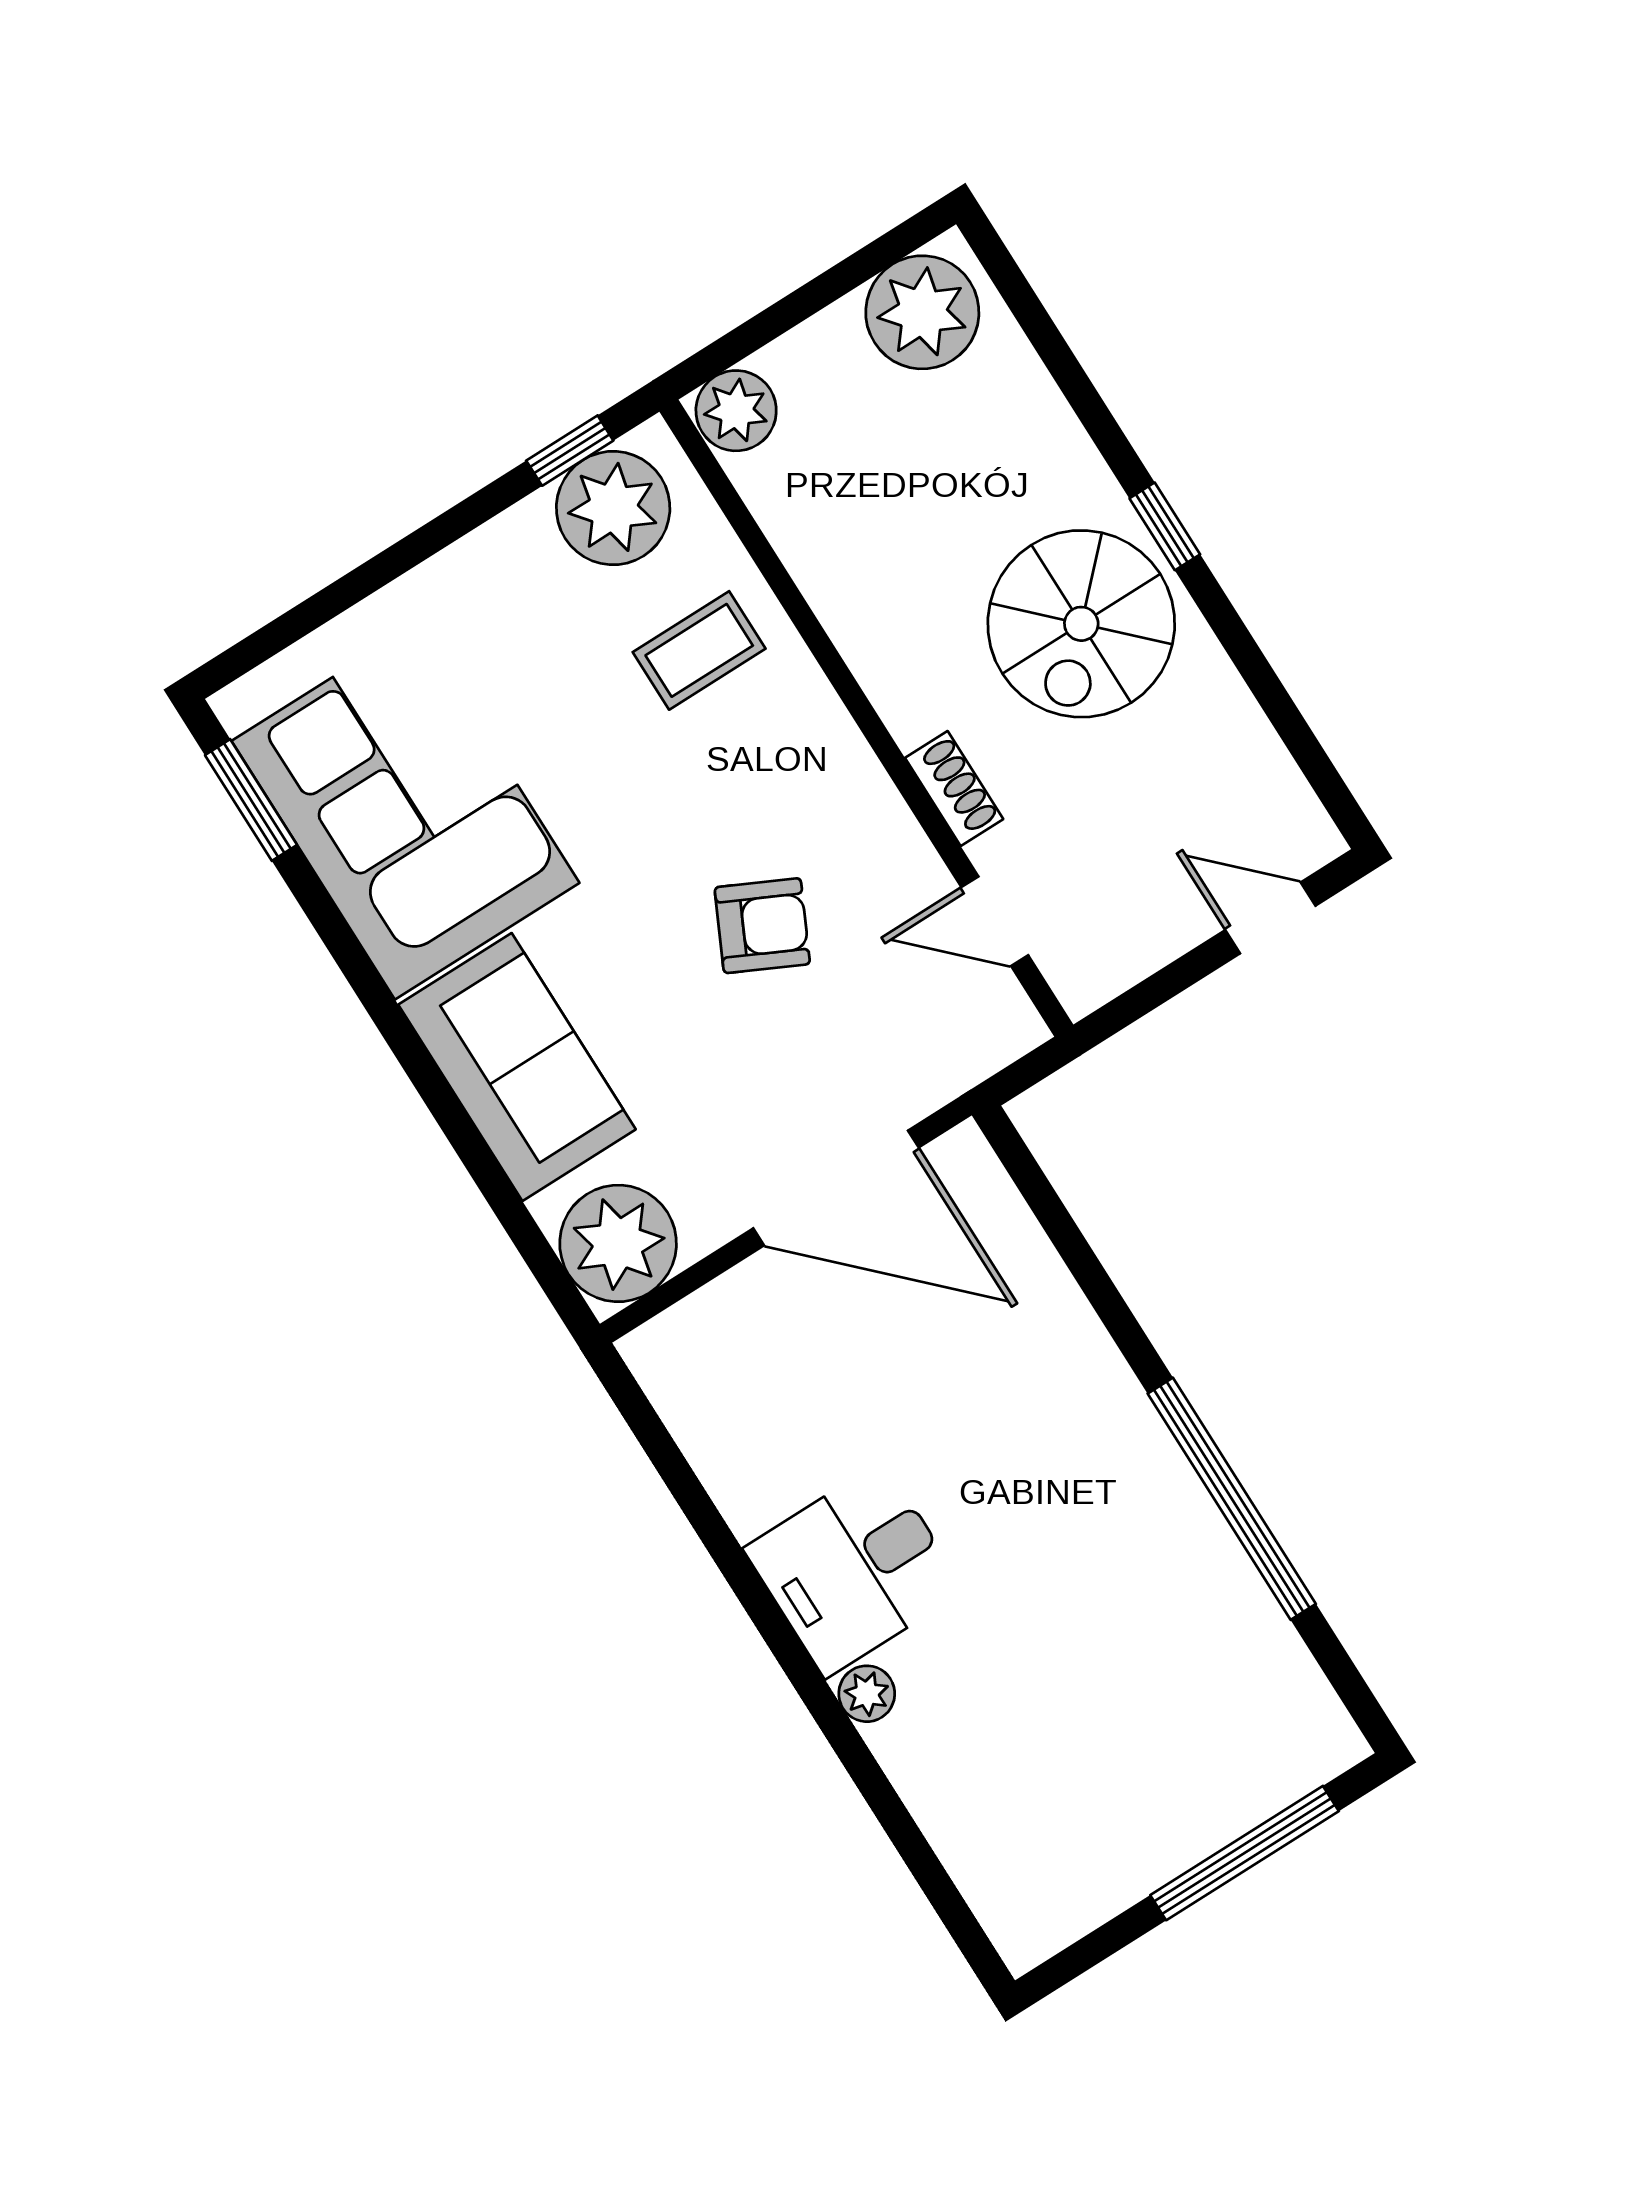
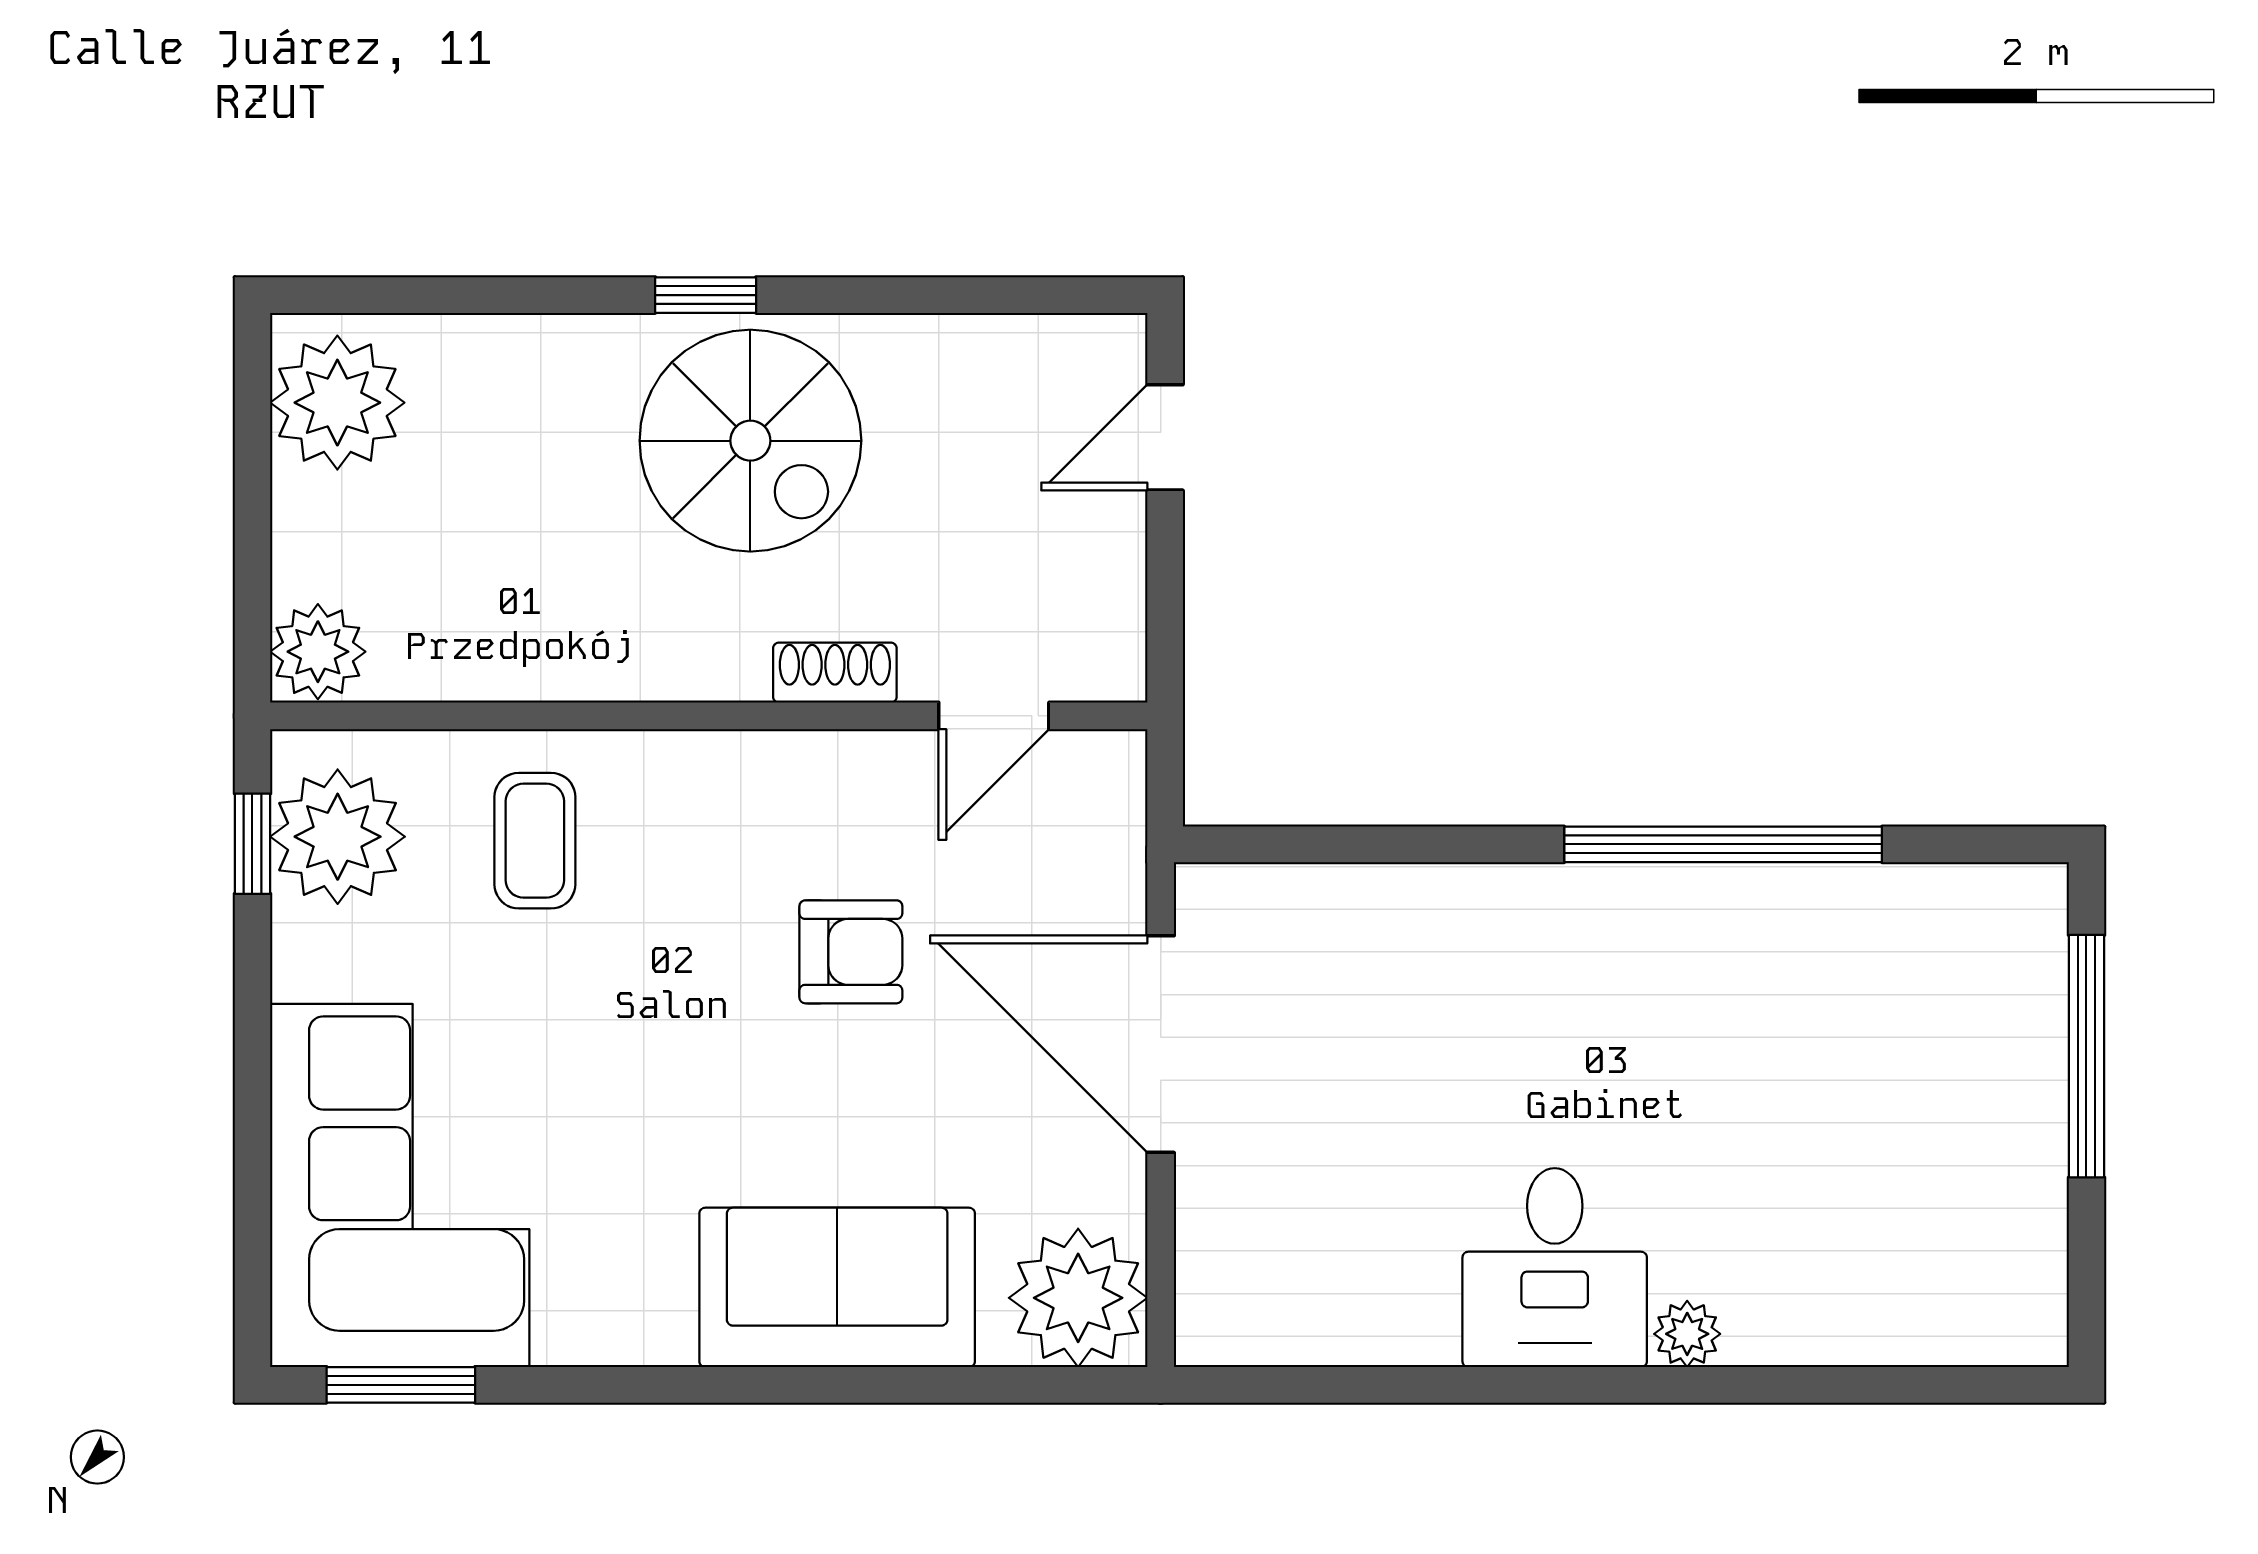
corner sofa: (405, 812) -> (400, 1186), moved, turned 90
armchair: (762, 926) -> (851, 952), turned 64
door: (836, 1188) -> (1161, 1044), swing flipped

